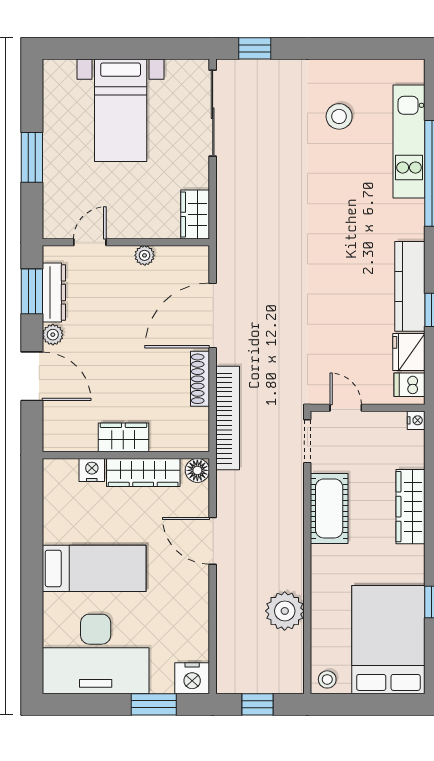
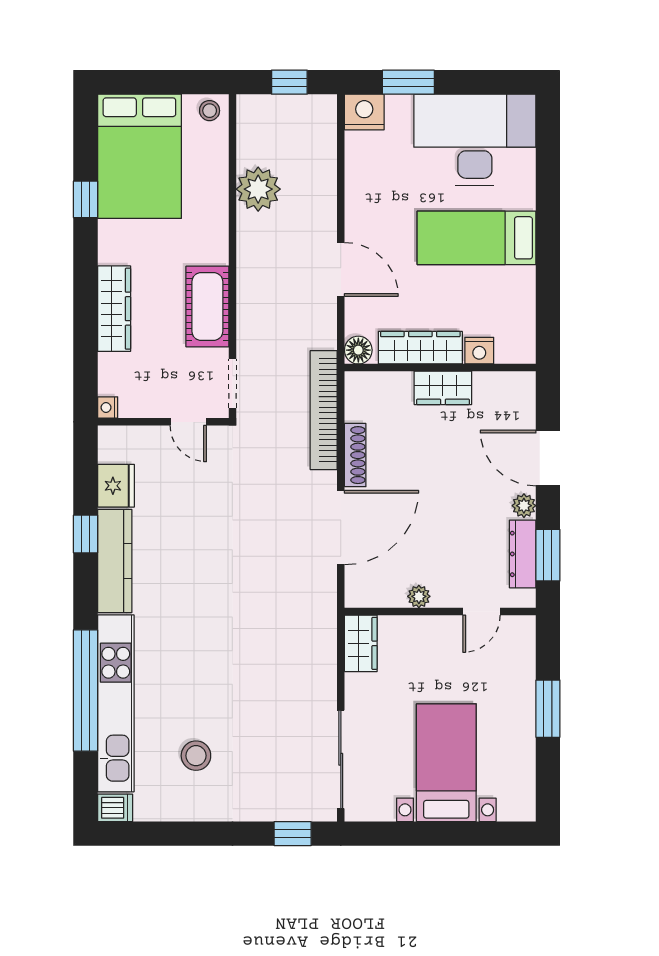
kitchen unit: (409, 141) -> (116, 703), width x1.36
dishwasher: (410, 385) -> (115, 808), moved

